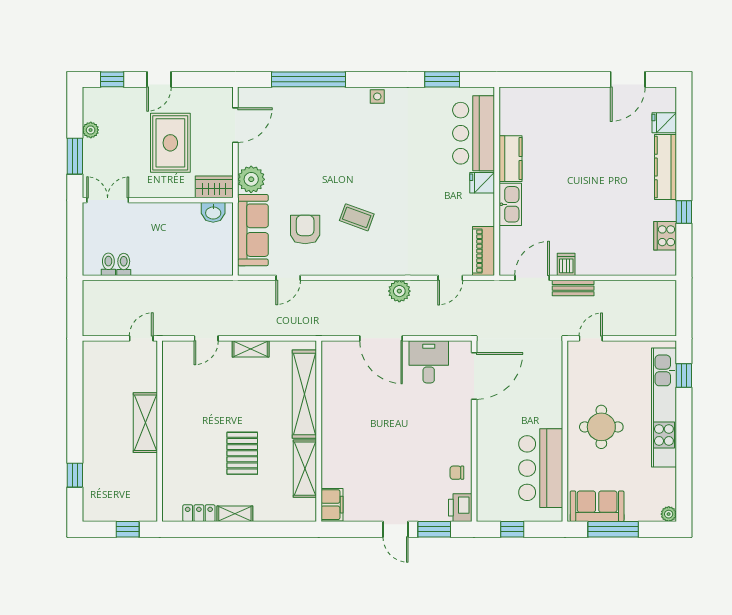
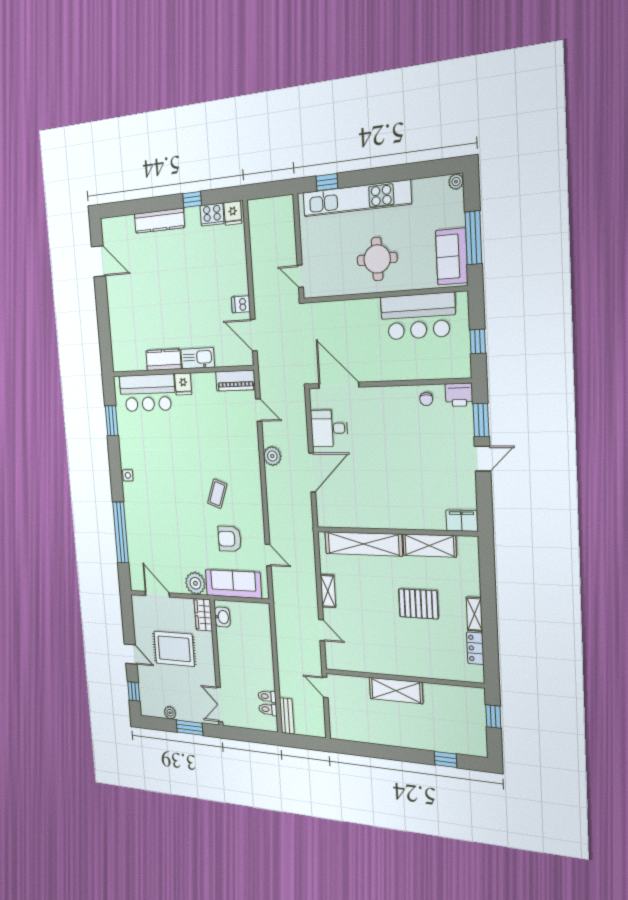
fridge: (664, 123) -> (233, 213), moved
bench: (573, 288) -> (287, 716), moved

